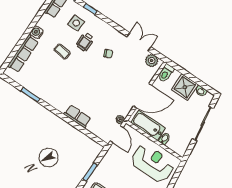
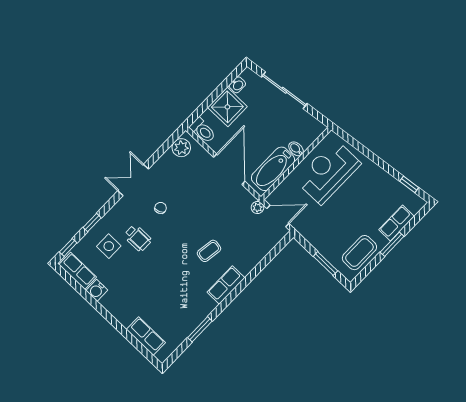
water cooler: (37, 32) -> (97, 290), moved
double door: (139, 42) -> (133, 180), moved
coffee table: (62, 51) -> (209, 251), moved
row of seats: (23, 54) -> (146, 336), width x0.68
row of seats: (77, 116) -> (226, 285), moved

